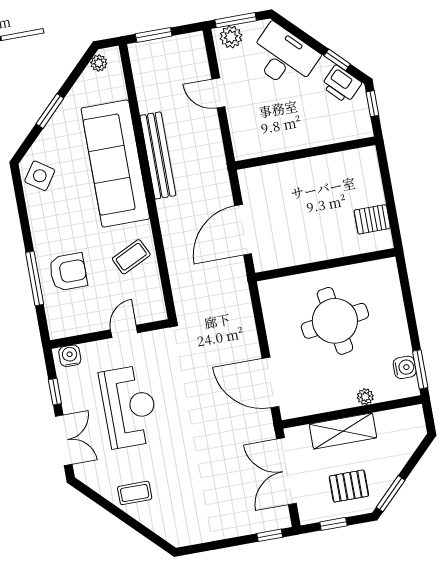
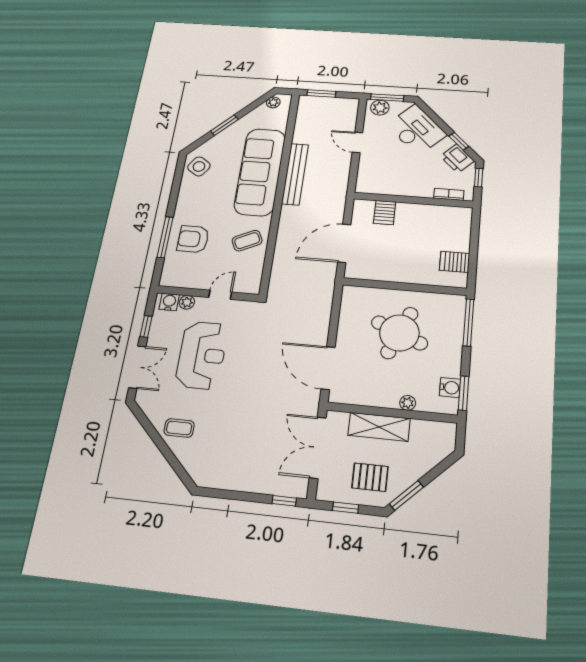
bookcase: (344, 135) -> (449, 194), added
server rack: (277, 178) -> (385, 213), added
armchair: (68, 272) -> (193, 239), turned 180
window: (406, 288) -> (468, 322), added
round table: (335, 321) -> (399, 333), turned 32
plant: (90, 351) -> (187, 302), added

